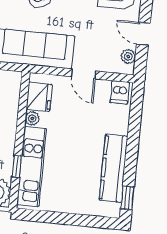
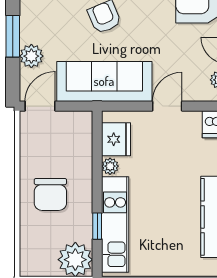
door: (84, 74) -> (167, 106), swing flipped

